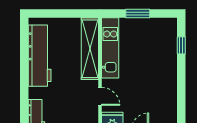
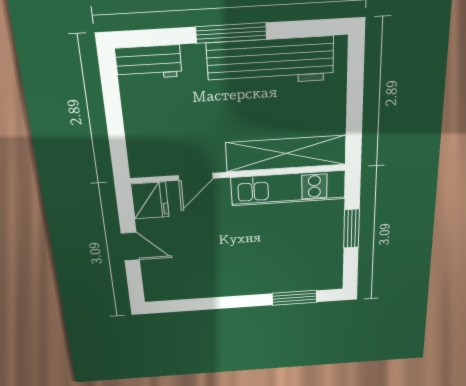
window: (181, 45) -> (294, 298), width x1.50
window: (24, 74) -> (231, 33), added

